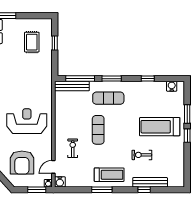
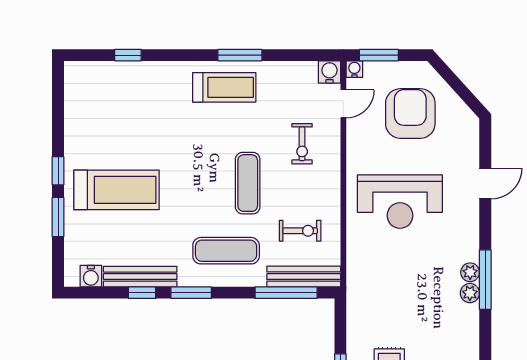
window: (112, 79) -> (191, 293), moved
exercise bike: (142, 155) -> (300, 231), moved
treadmill: (109, 175) -> (224, 87), turned 180
bench: (150, 182) -> (140, 277), moved
window: (144, 190) -> (128, 55), moved

